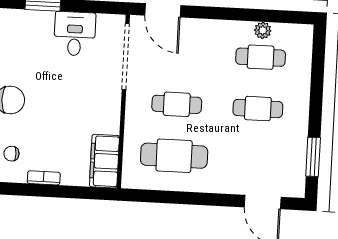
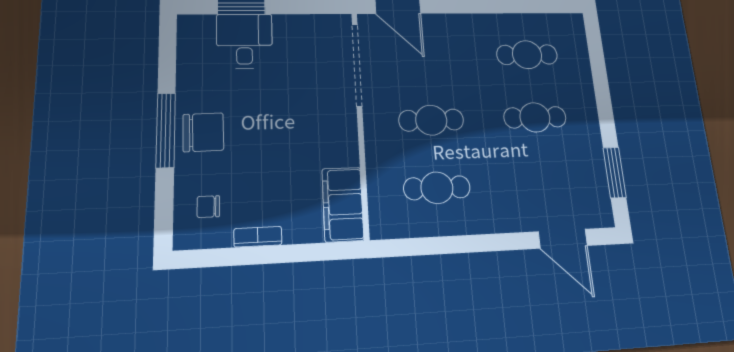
plant: (263, 30) -> (524, 23), removed
desk: (75, 34) -> (244, 41), moved
cafe table: (174, 156) -> (437, 188), width x0.73, depth x0.74

